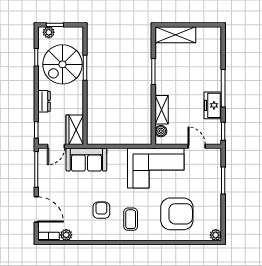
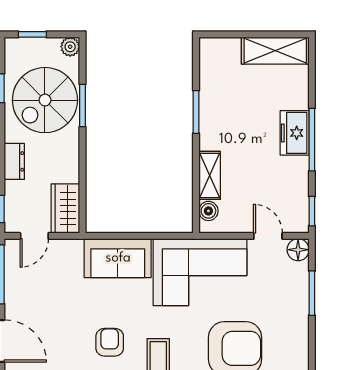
plant: (49, 32) -> (70, 47), moved
shelving: (175, 35) -> (275, 51), moved
freezer: (213, 105) -> (295, 133), moved
floor lamp: (215, 154) -> (298, 250), added
sofa: (86, 160) -> (118, 258), moved

